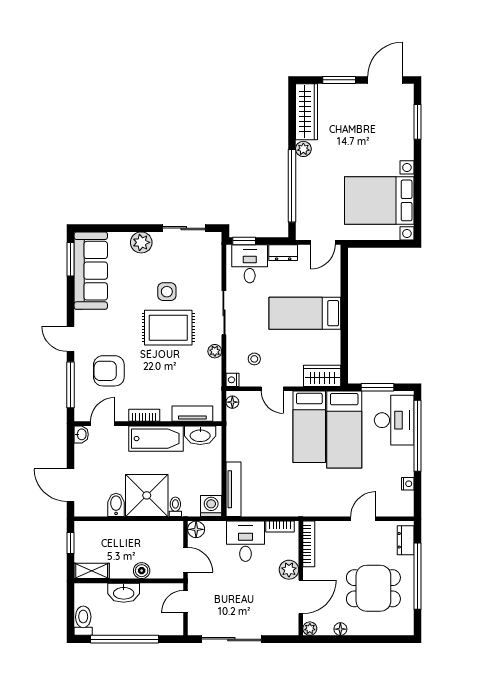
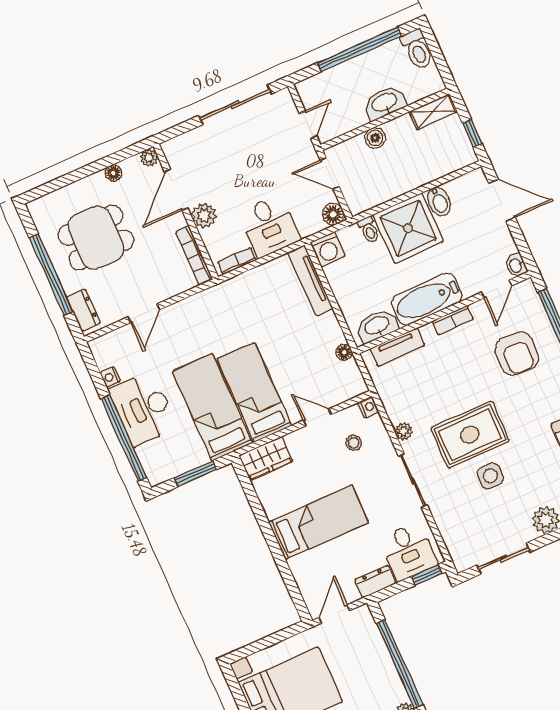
armchair: (109, 371) -> (517, 354), turned 91
floor lamp: (232, 402) -> (344, 352), moved
desk: (394, 420) -> (143, 408), moved

